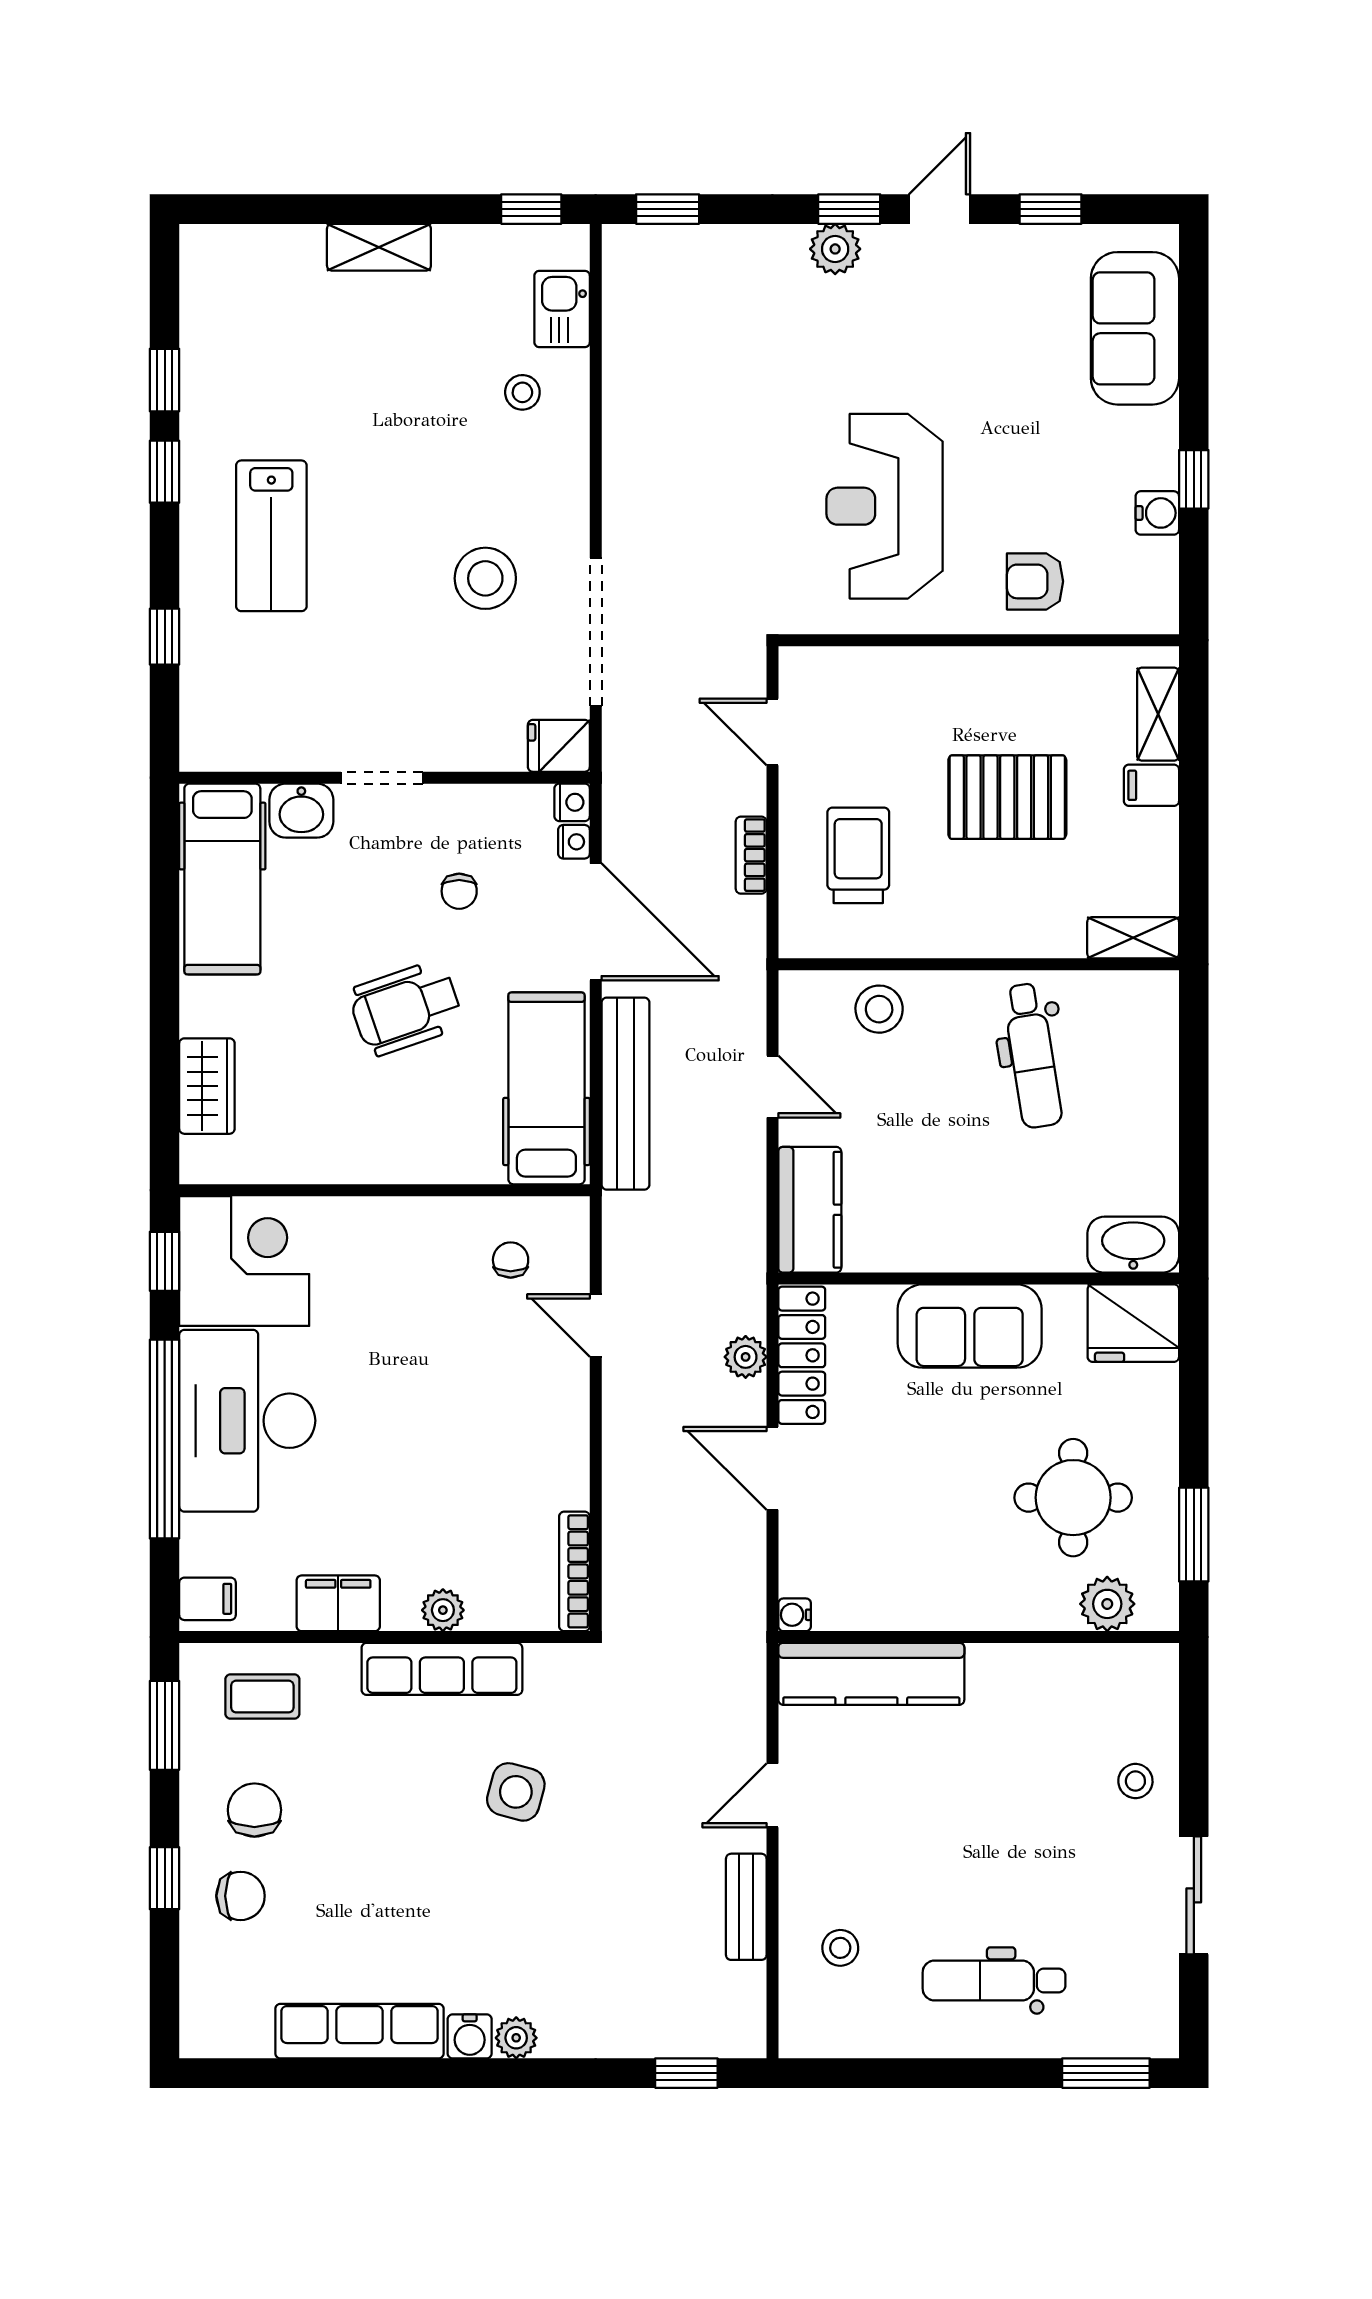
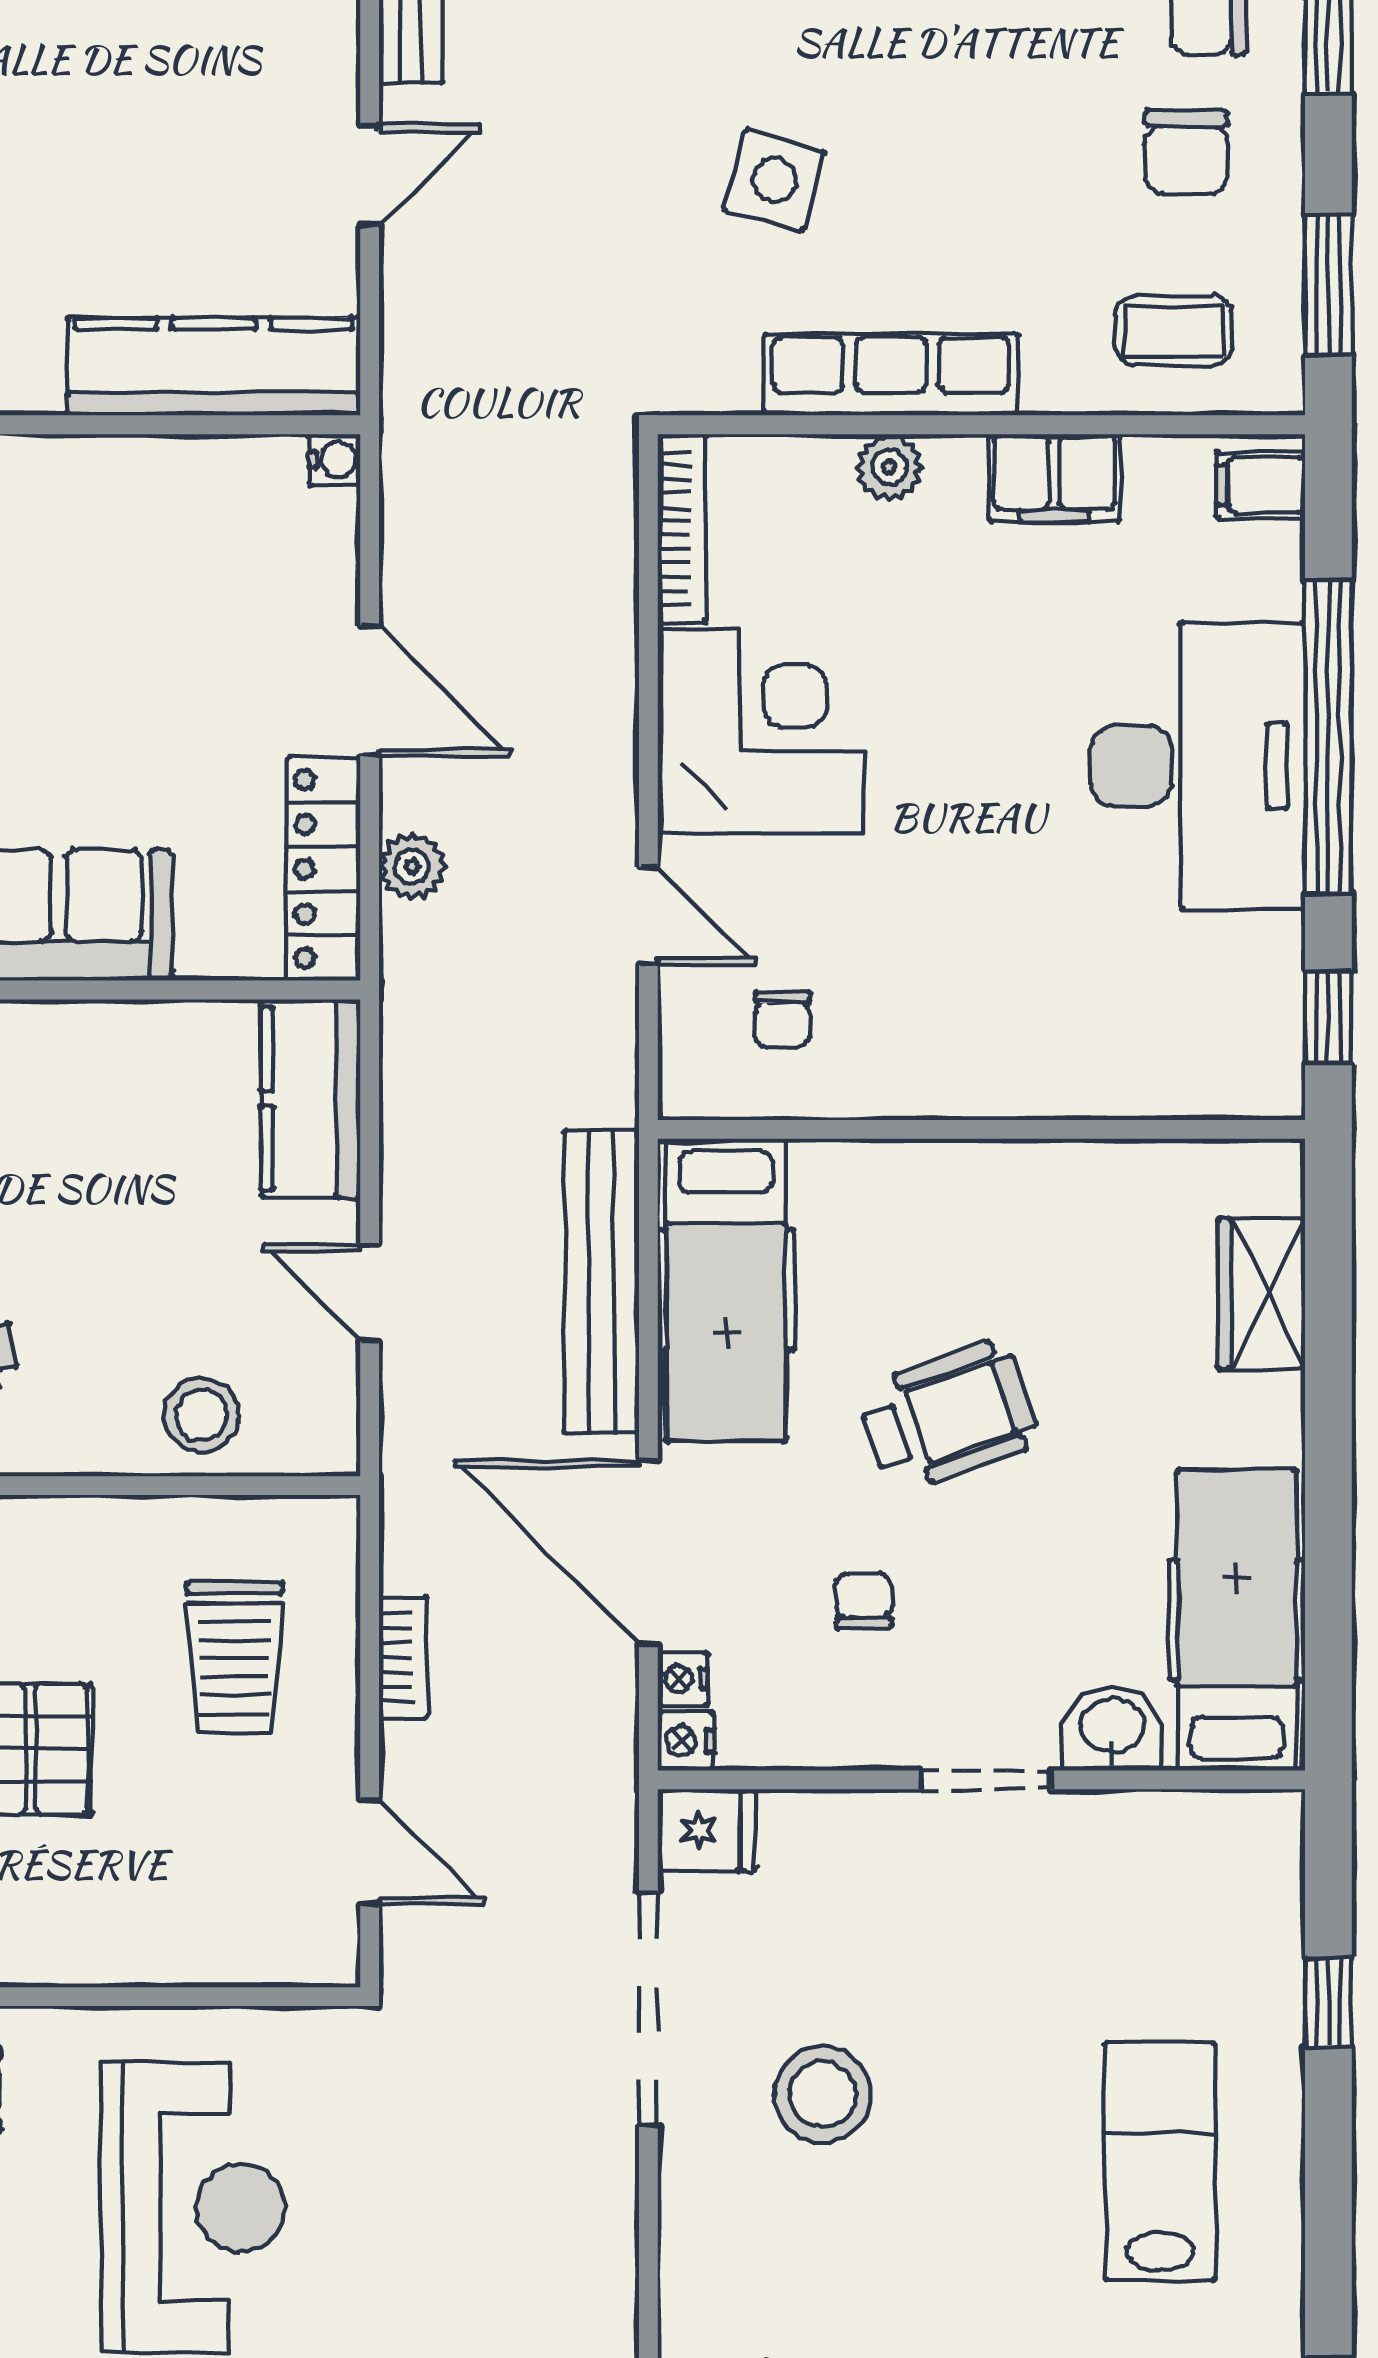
window: (165, 472) -> (1328, 2262), removed
corner desk: (244, 1261) -> (760, 731), moved, turned 180

